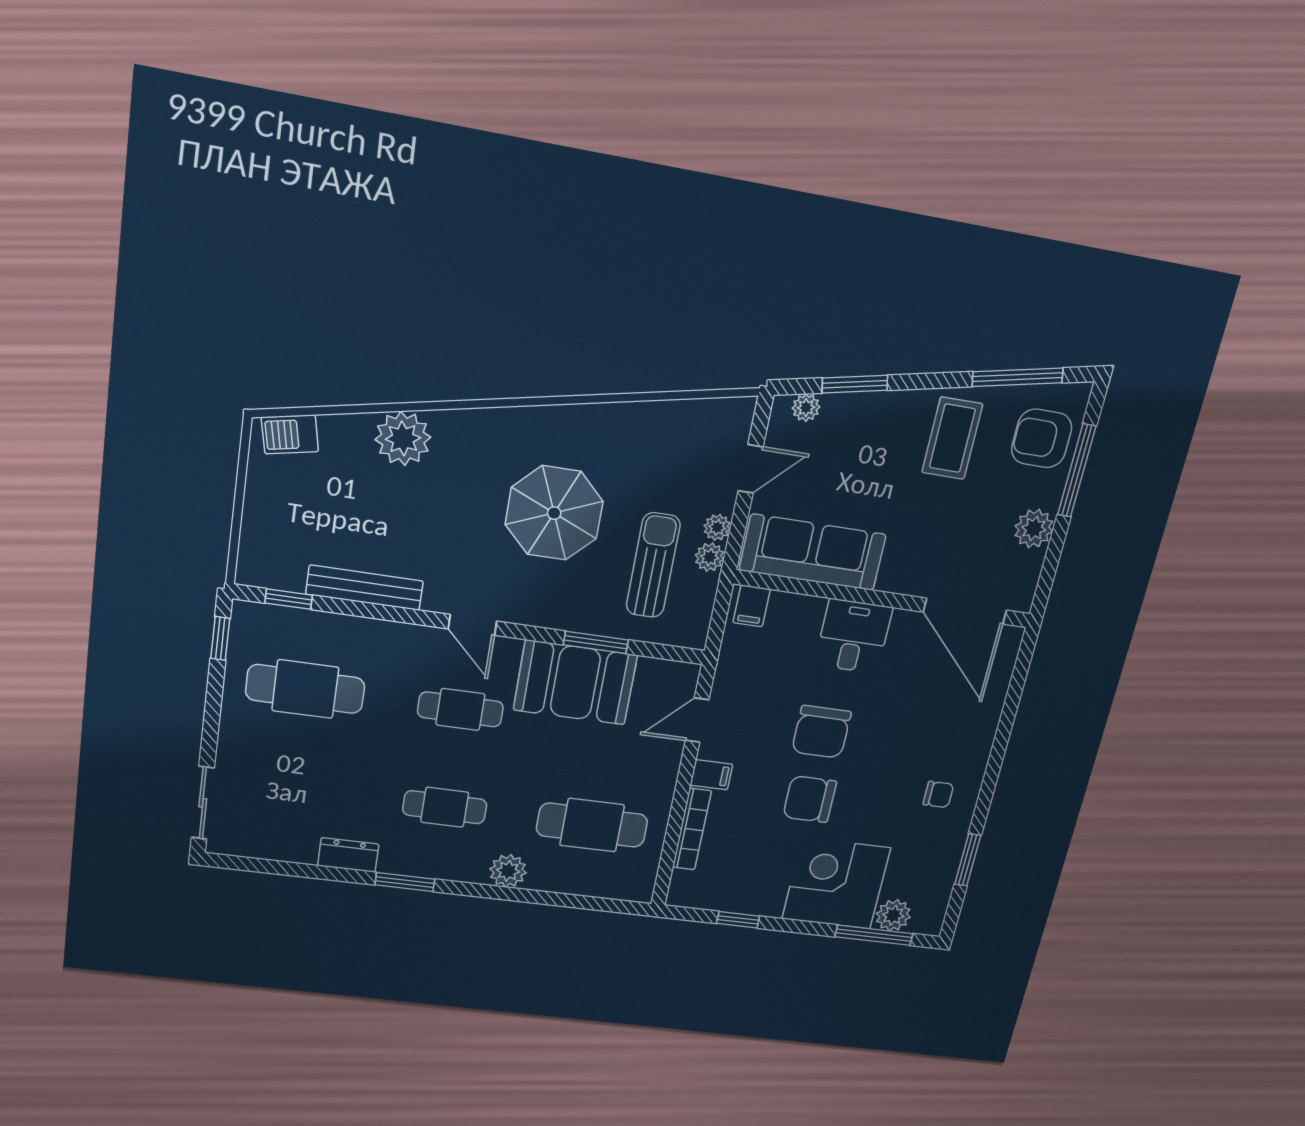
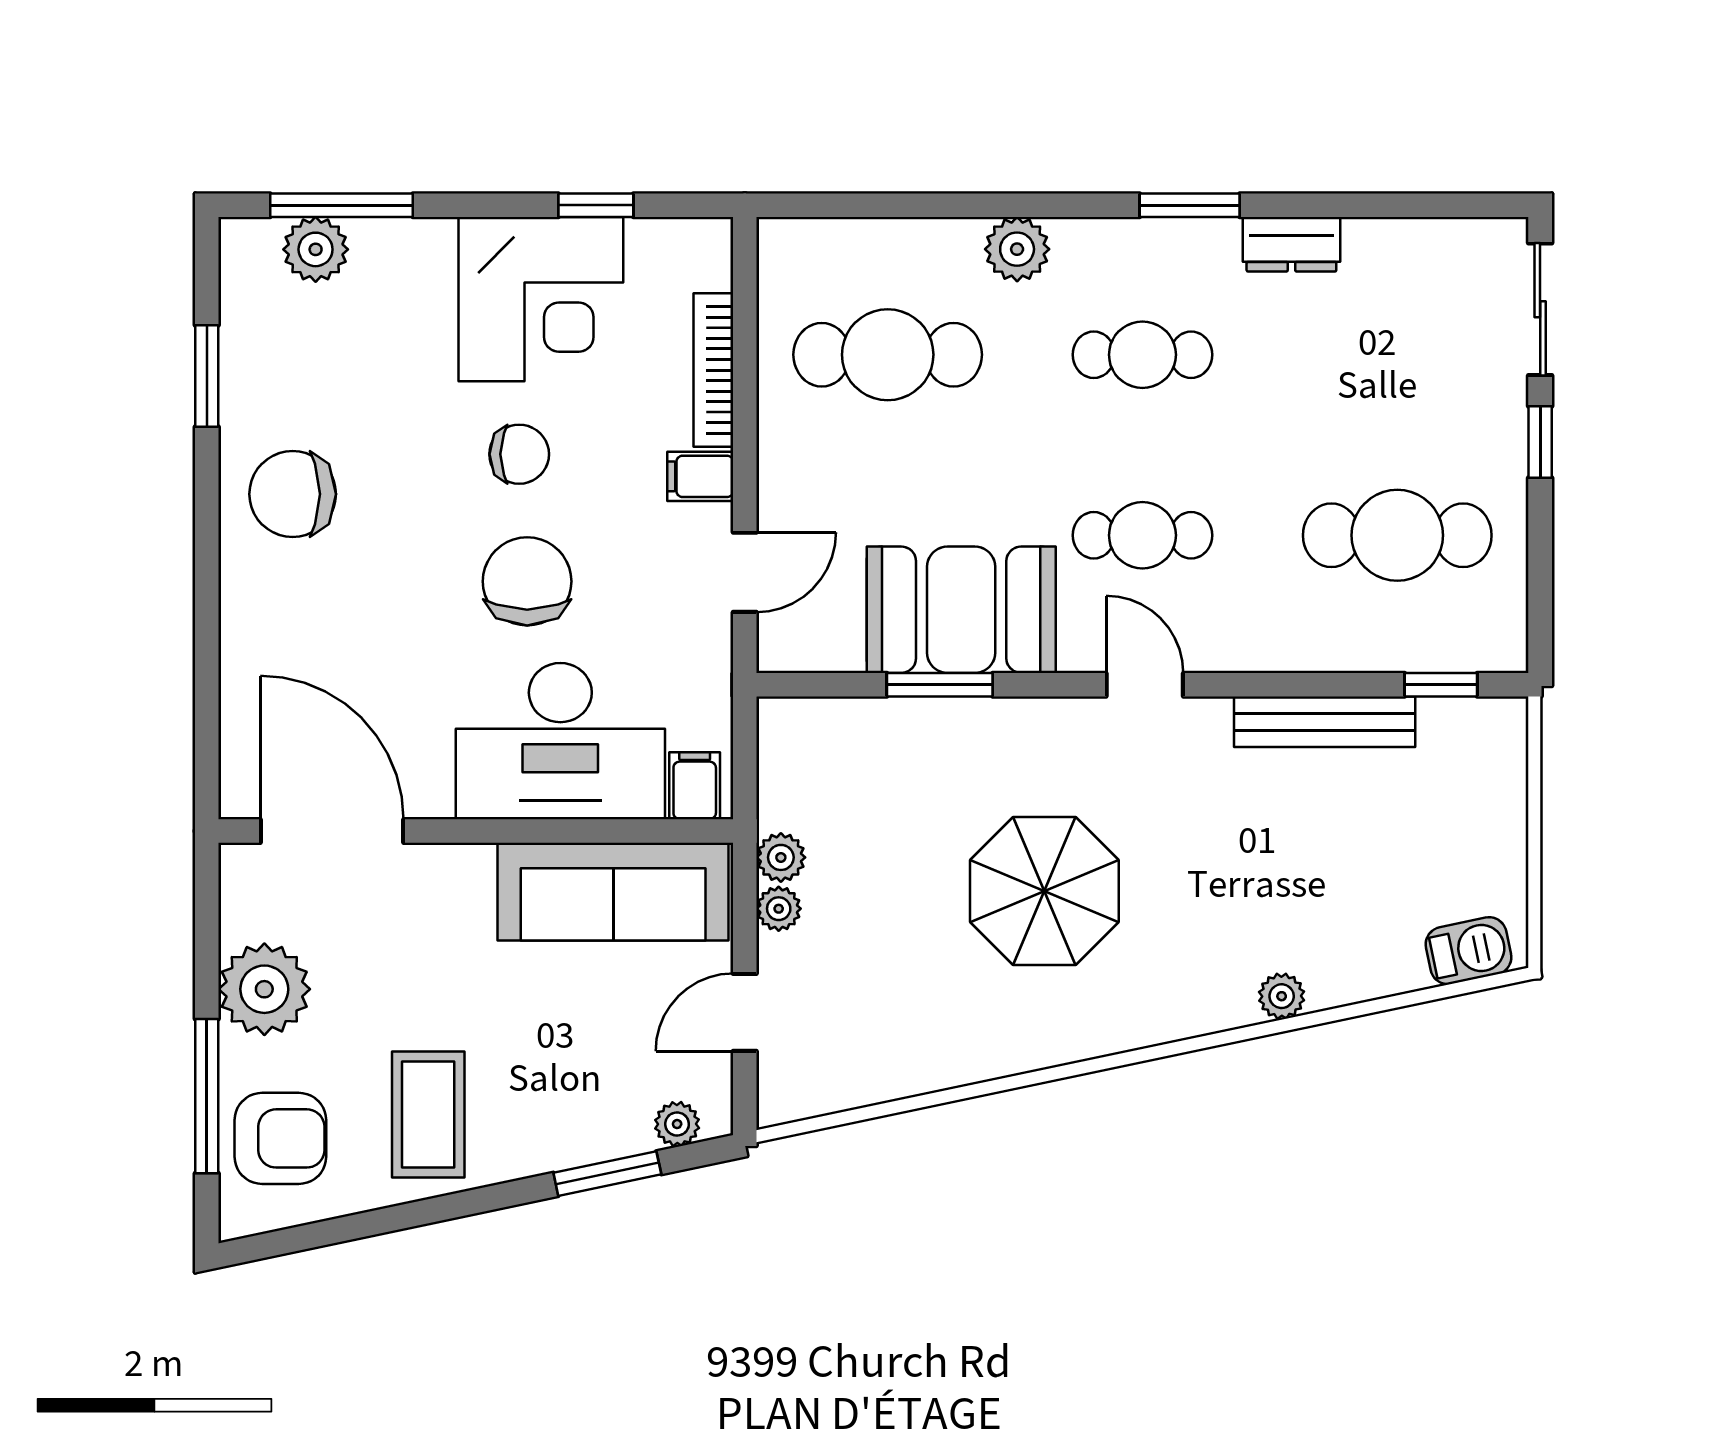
window: (1018, 377) -> (347, 1228), removed
plant: (403, 438) -> (1282, 996), width x0.53, depth x0.53
plant: (1034, 529) -> (264, 989), width x1.36, depth x1.36
sun lounger: (653, 565) -> (870, 830), removed
desk: (853, 636) -> (560, 741), width x1.87, depth x1.30
window: (220, 638) -> (1540, 442), moved
chair: (938, 794) -> (293, 494), width x1.87, depth x1.87
chair: (810, 799) -> (519, 454), width x0.73, depth x0.73
corner desk: (836, 883) -> (541, 299), moved

